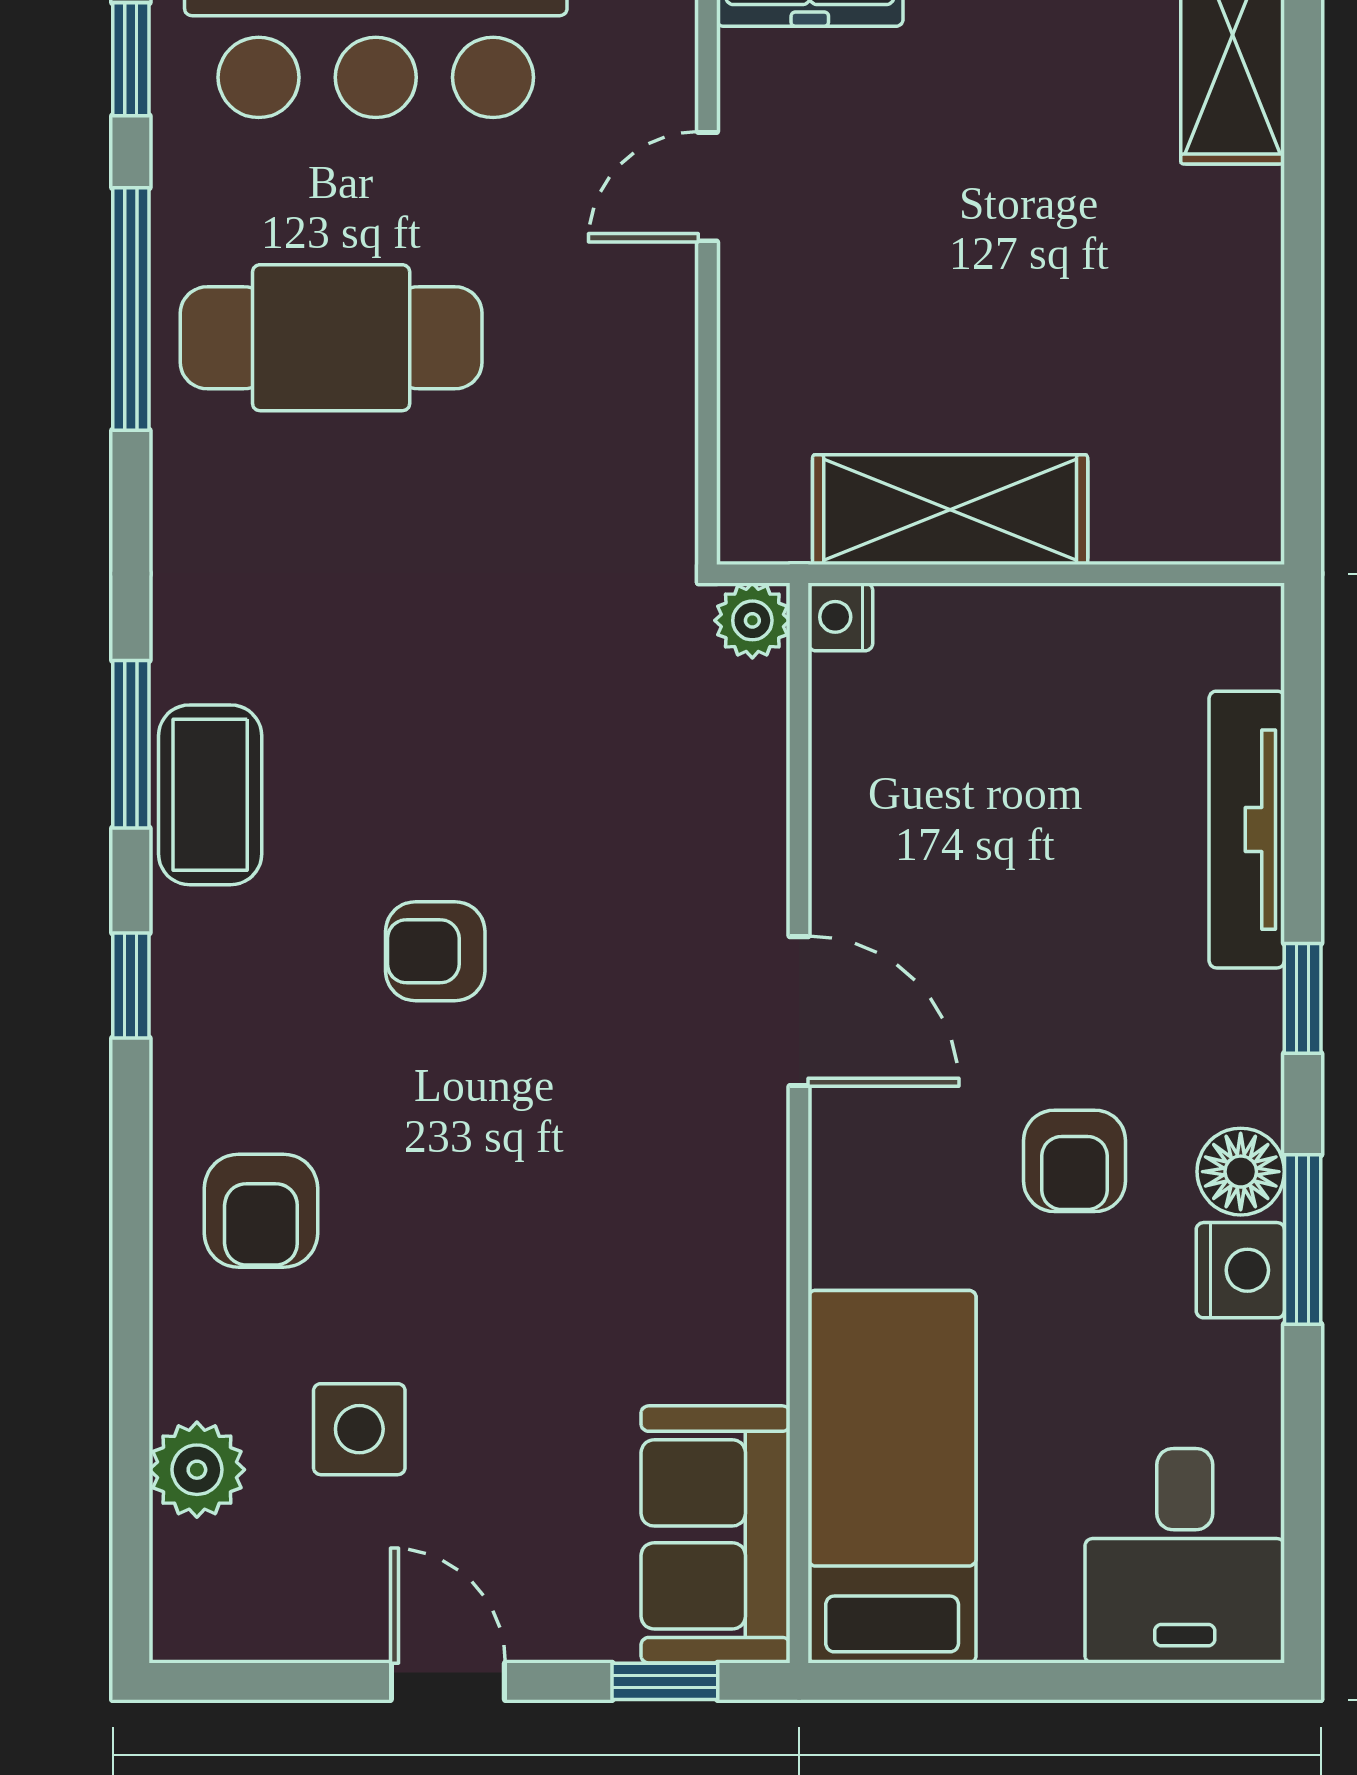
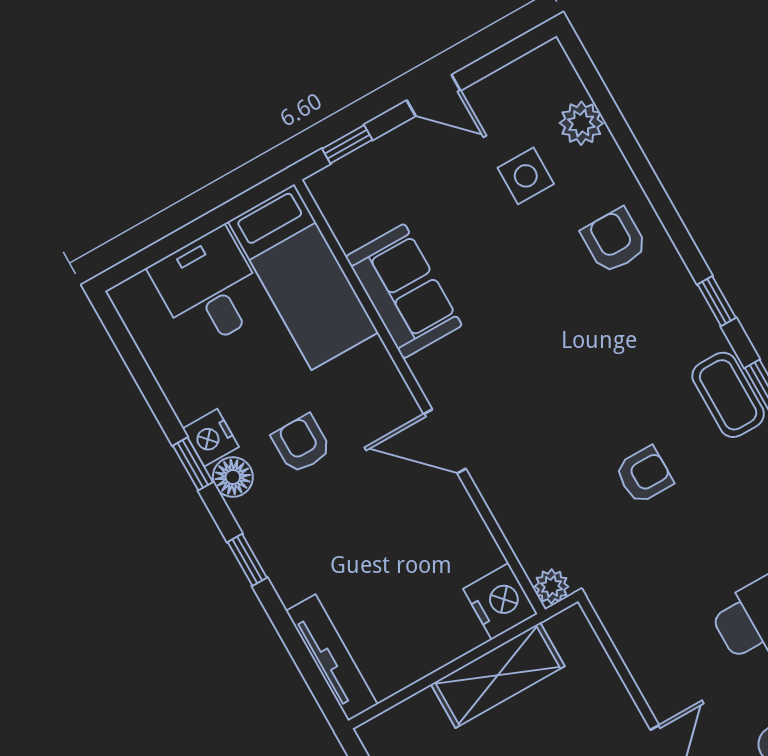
nightstand: (840, 617) -> (500, 601), width x1.89, depth x1.79
tv unit: (1247, 830) -> (332, 658), moved
armchair: (435, 951) -> (644, 475), moved
window: (1303, 1240) -> (193, 464), width x0.67
sofa: (716, 1534) -> (404, 291), moved
desk: (1185, 1556) -> (209, 288), moved

